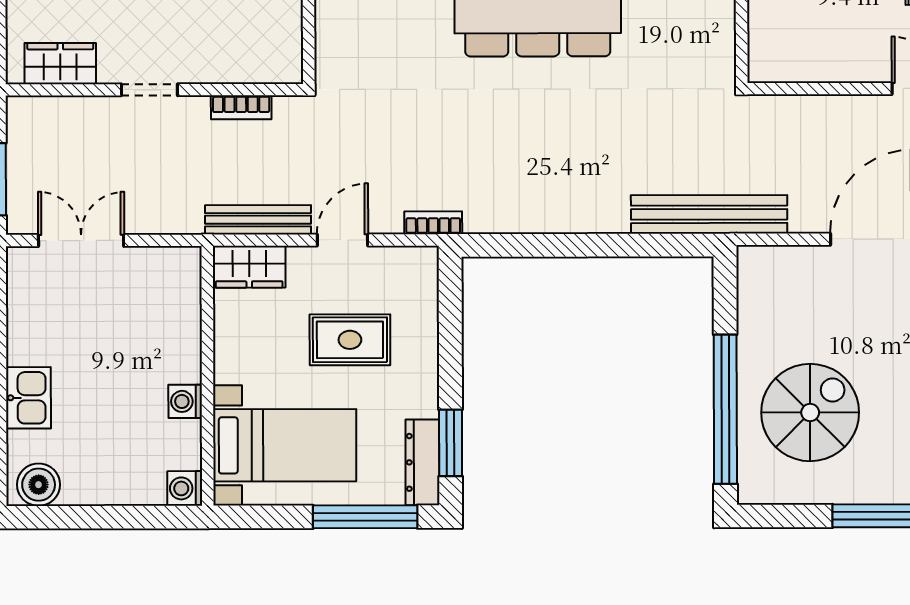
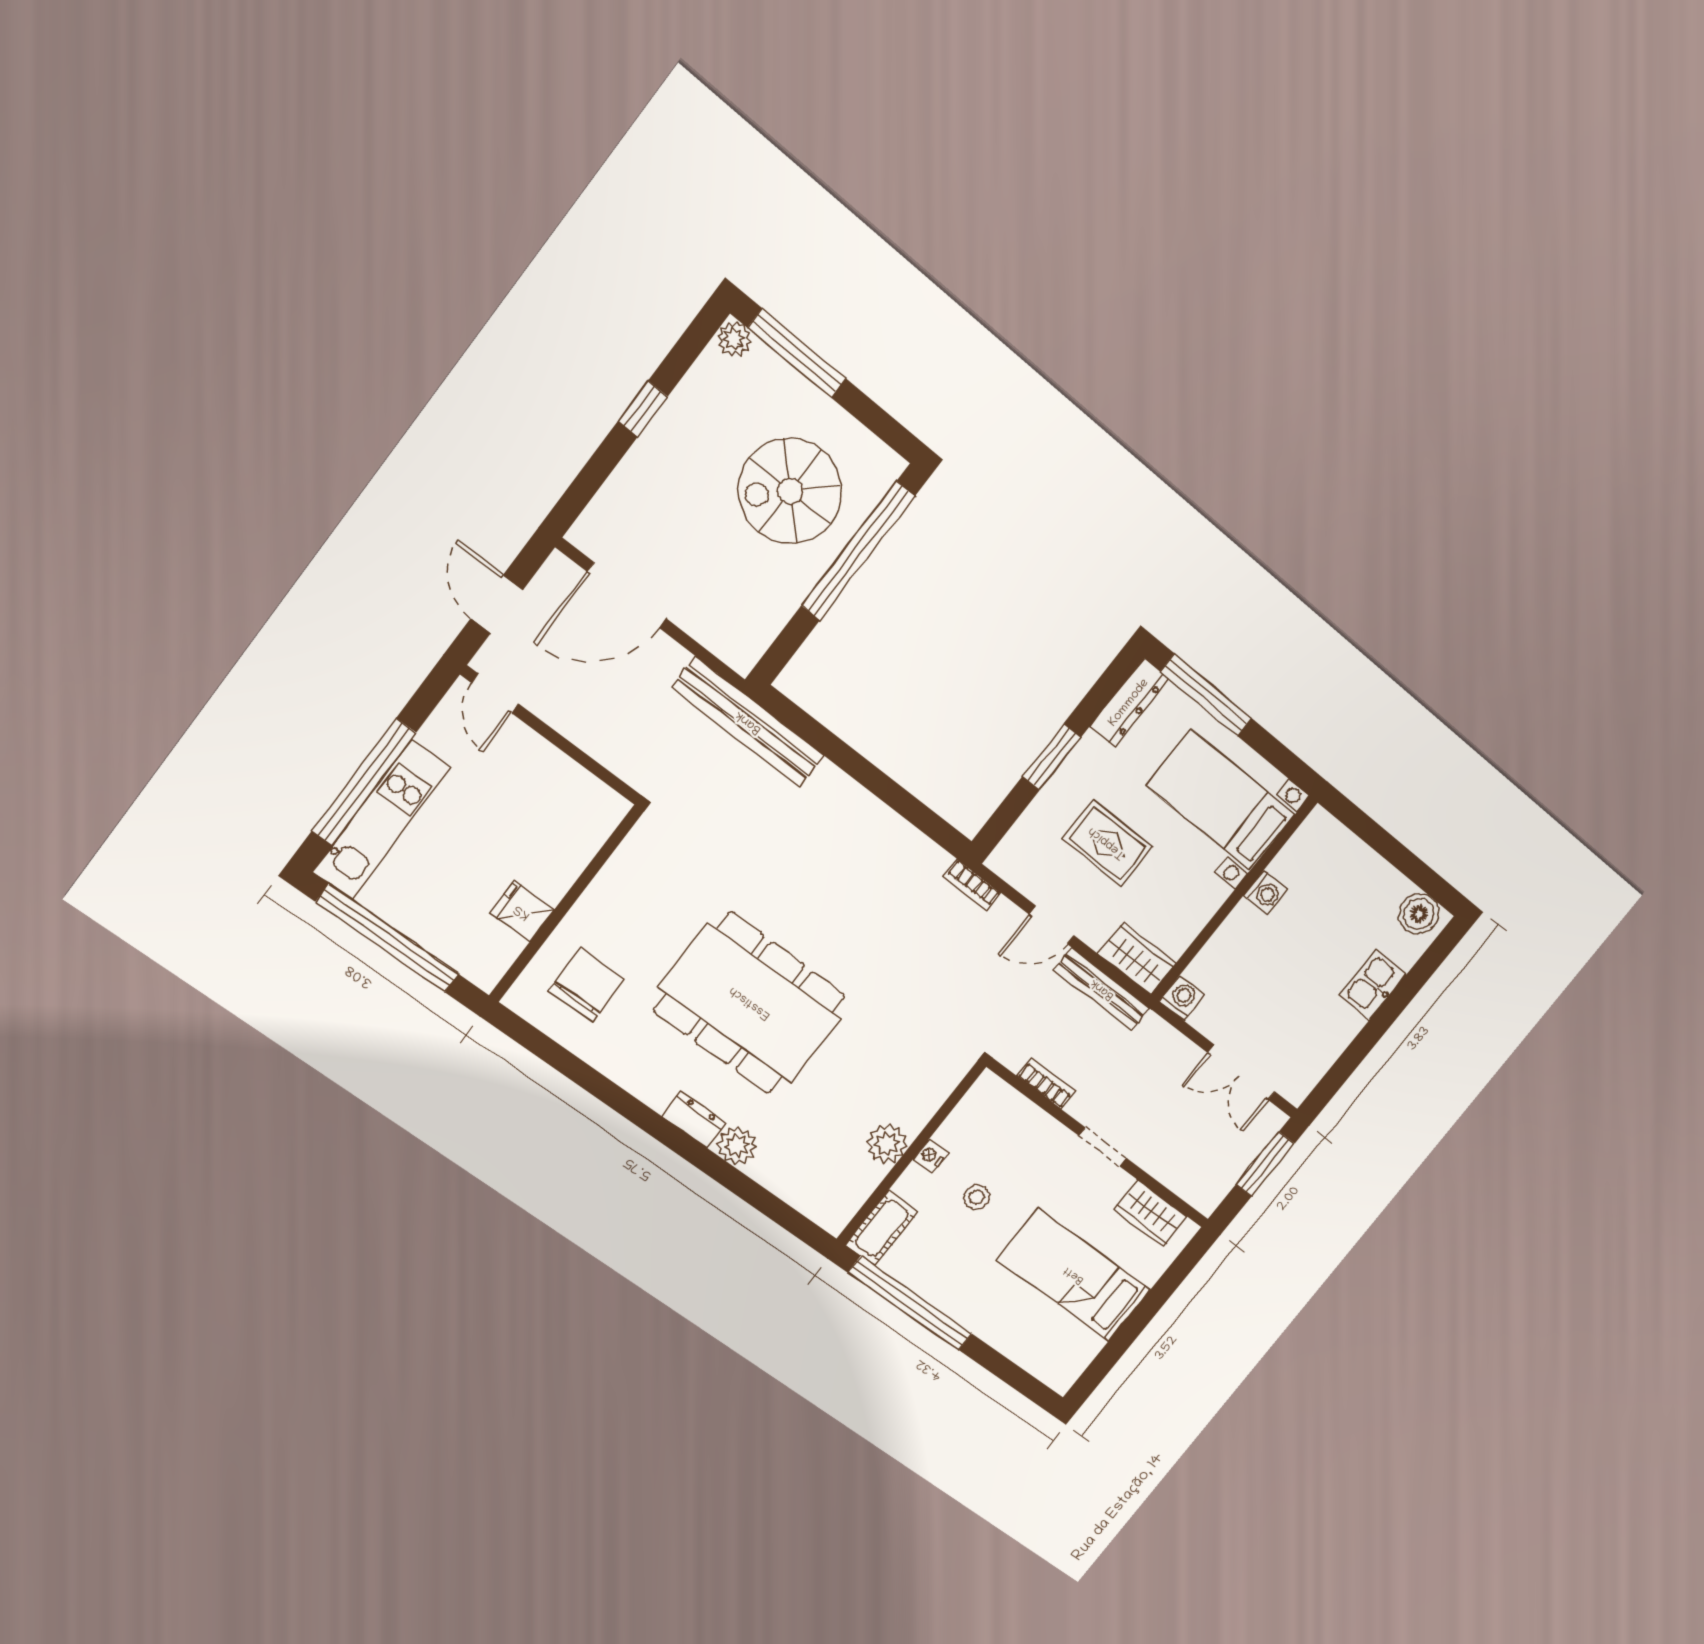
window: (451, 443) -> (1052, 757), moved
washing machine: (185, 488) -> (1182, 998), moved, turned -90

